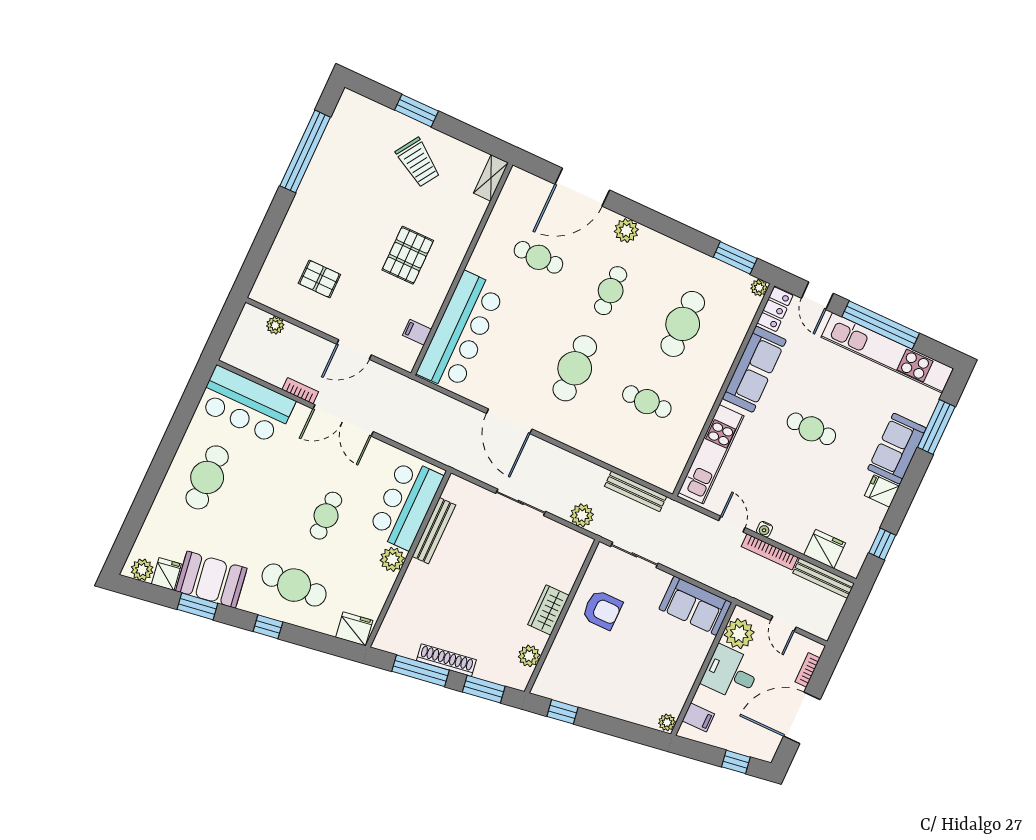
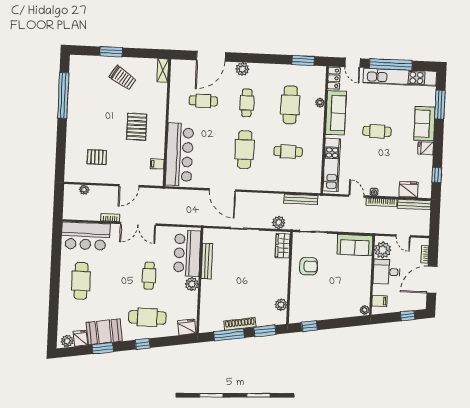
plant: (759, 288) -> (320, 103), moved
wardrobe: (548, 610) -> (283, 246), moved

